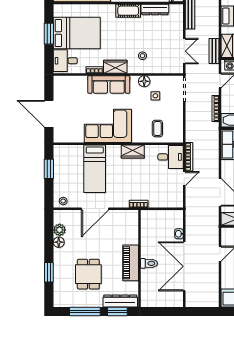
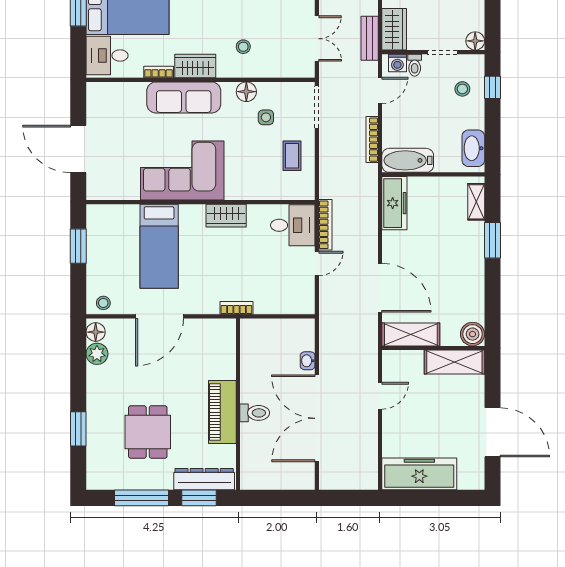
coffee table: (157, 128) -> (292, 156), moved
floor lamp: (59, 242) -> (96, 332), moved

